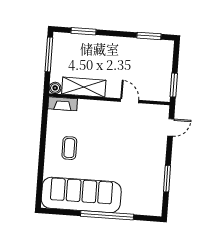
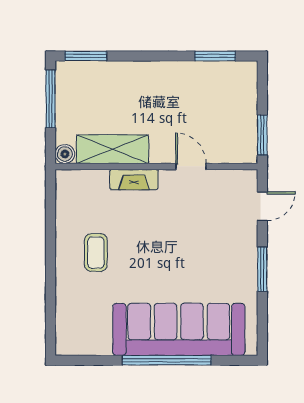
window: (83, 31) -> (86, 56), moved
fireplace: (63, 104) -> (134, 180), moved
window: (167, 179) -> (262, 269), moved
sofa: (81, 195) -> (179, 329), moved

